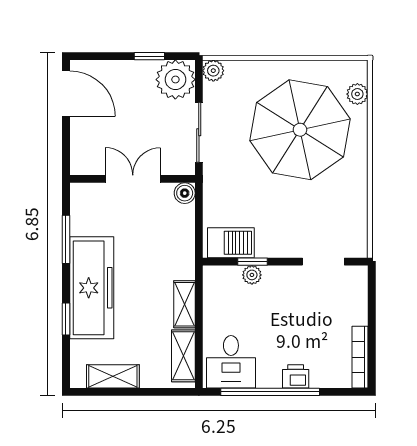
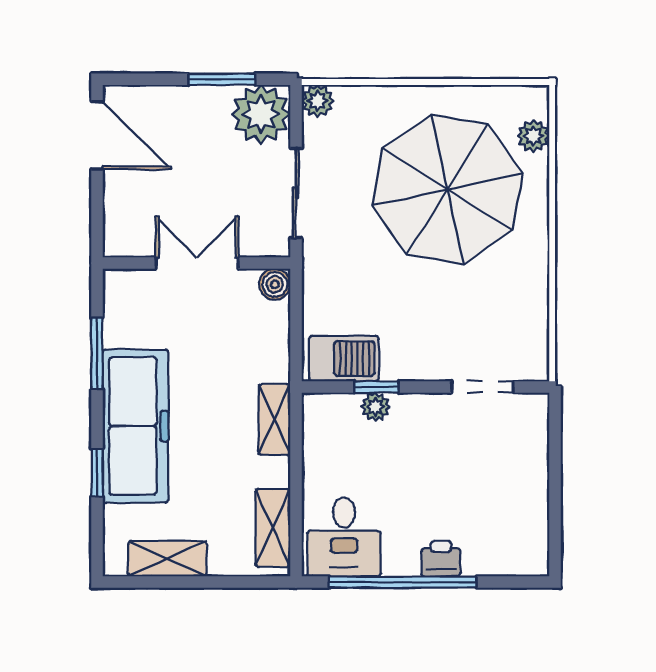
window: (149, 56) -> (222, 79), width x1.50
shelving: (184, 304) -> (274, 420), moved
bookcase: (360, 357) -> (537, 530), removed

